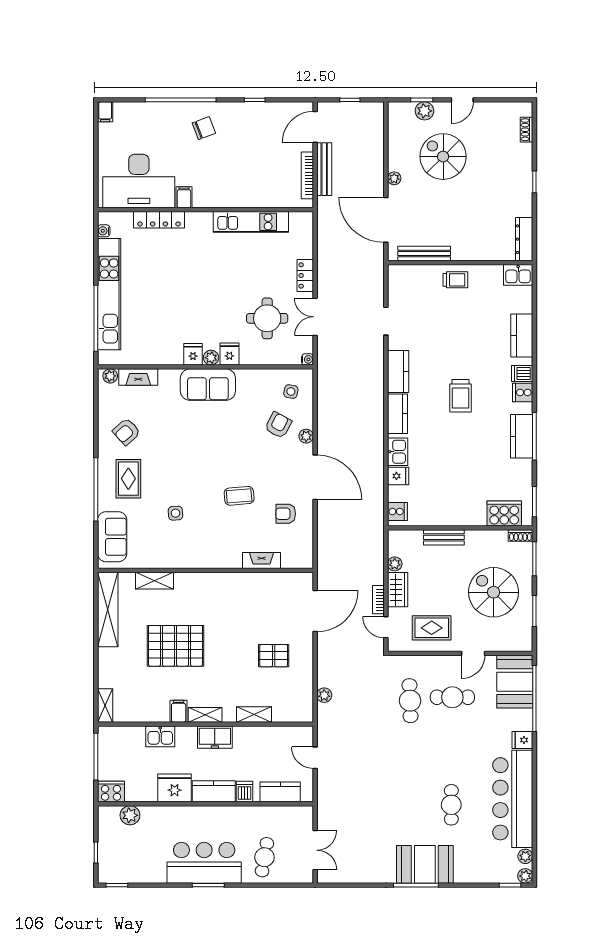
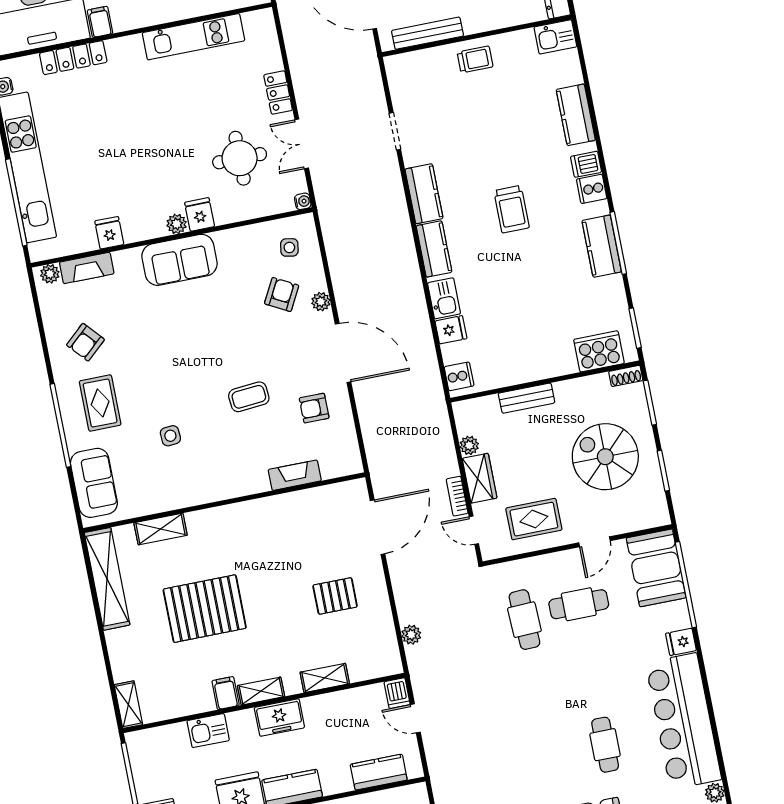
fridge: (193, 354) -> (109, 233), moved
dishwasher: (245, 792) -> (397, 693), moved, turned 180

